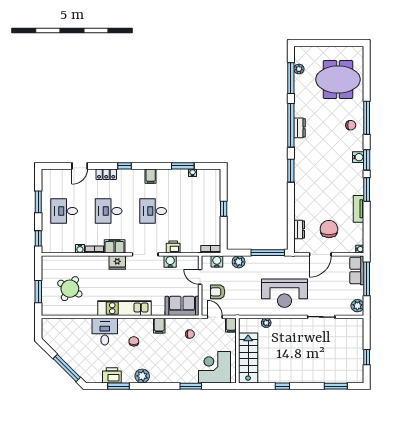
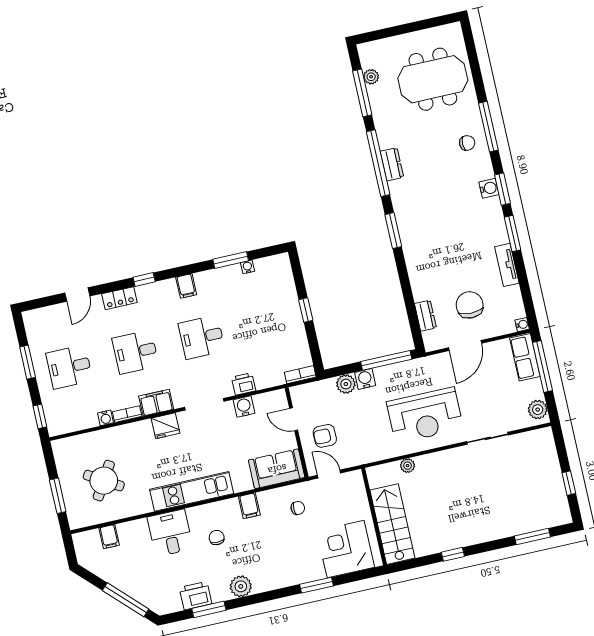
water cooler: (217, 261) -> (365, 379), moved
filing cabinet: (231, 325) -> (109, 537), moved

